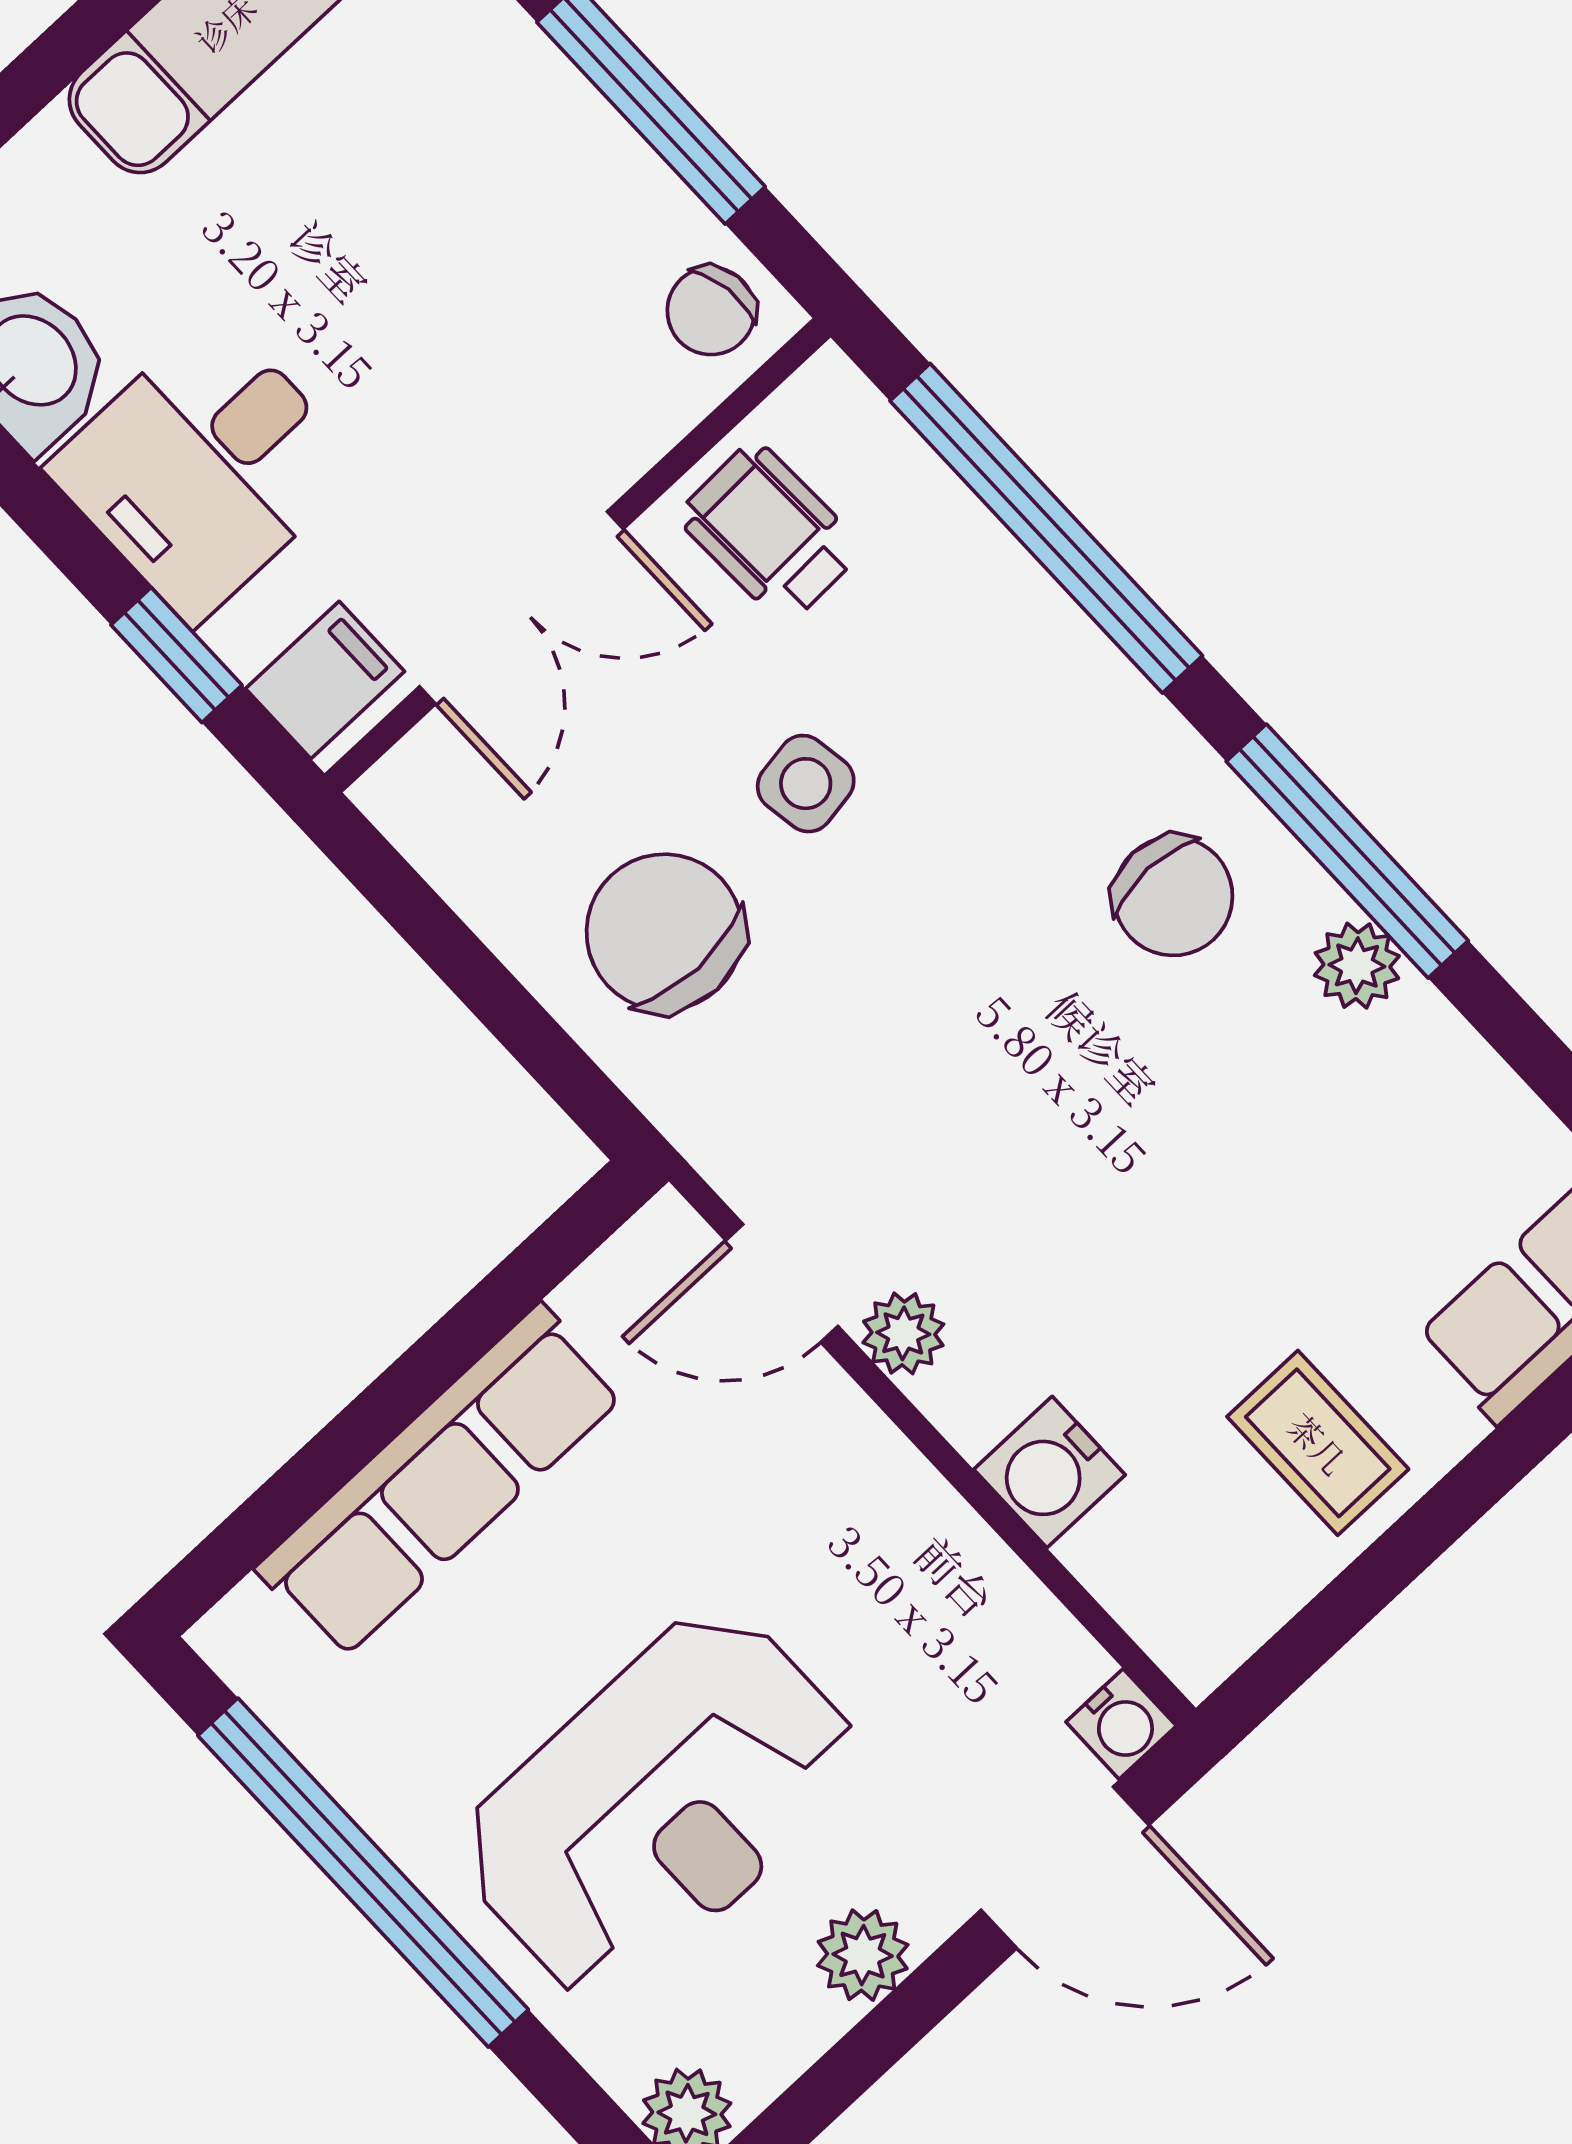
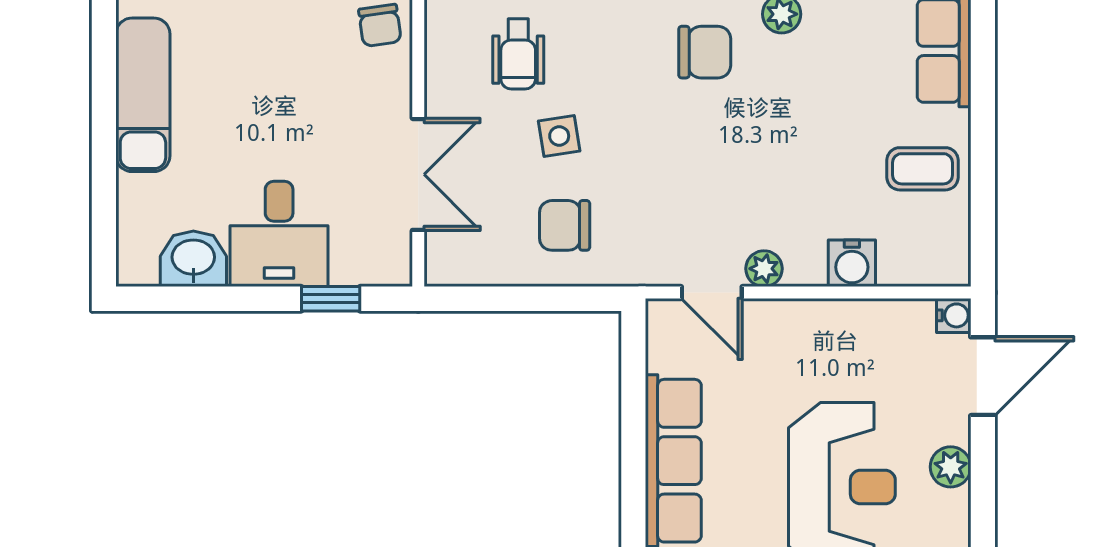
wheelchair: (770, 532) -> (518, 54), moved, turned -88
filing cabinet: (325, 680) -> (383, 259), removed
chair: (664, 932) -> (565, 225), width x0.73, depth x0.73
door: (782, 1283) -> (712, 293), hinge flipped

